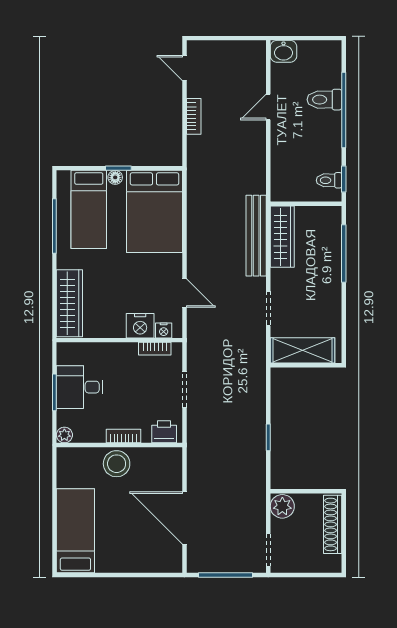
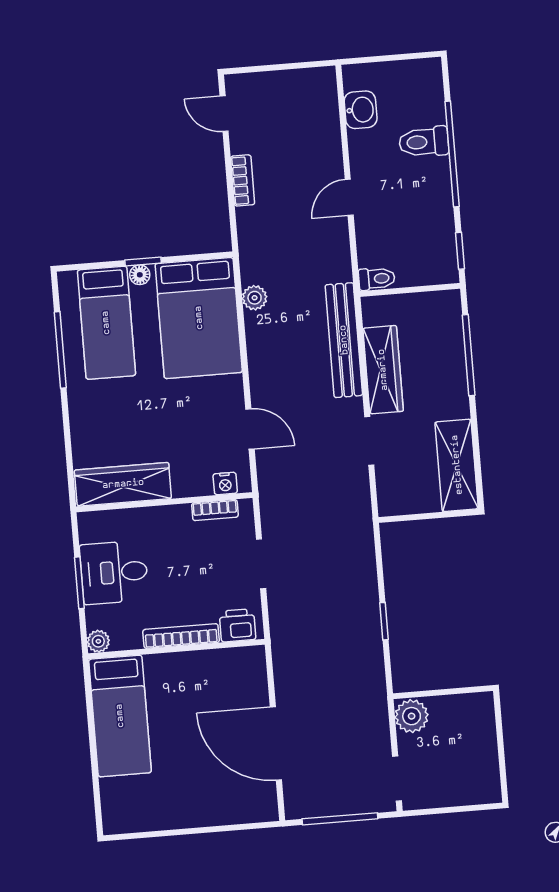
washbasin: (284, 51) -> (361, 110), moved, turned -90
door: (268, 107) -> (349, 197), moved
toilet: (329, 180) -> (377, 279), moved, turned 180
plant: (195, 200) -> (255, 298), added
wardrobe: (282, 237) -> (383, 370), moved
wardrobe: (69, 303) -> (123, 484), moved, turned -90
nightstand: (140, 326) -> (192, 480), removed
shelving: (303, 350) -> (457, 465), moved, turned 90
bookcase: (123, 436) -> (181, 636), width x1.56
stool: (117, 464) -> (175, 675), removed
shoe rack: (333, 524) -> (484, 736), removed
bed: (75, 531) -> (120, 716), moved, turned 180

